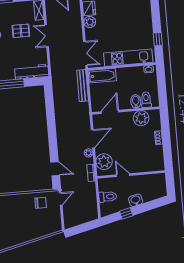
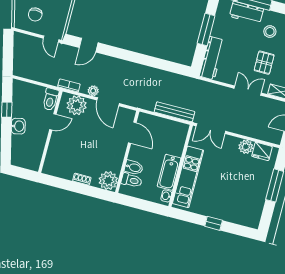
window: (158, 39) -> (214, 223), moved
bathtub: (102, 76) -> (169, 172), moved
plant: (141, 118) -> (108, 181), moved
toilet: (108, 197) -> (50, 99), moved
chair: (41, 203) -> (35, 15), moved

